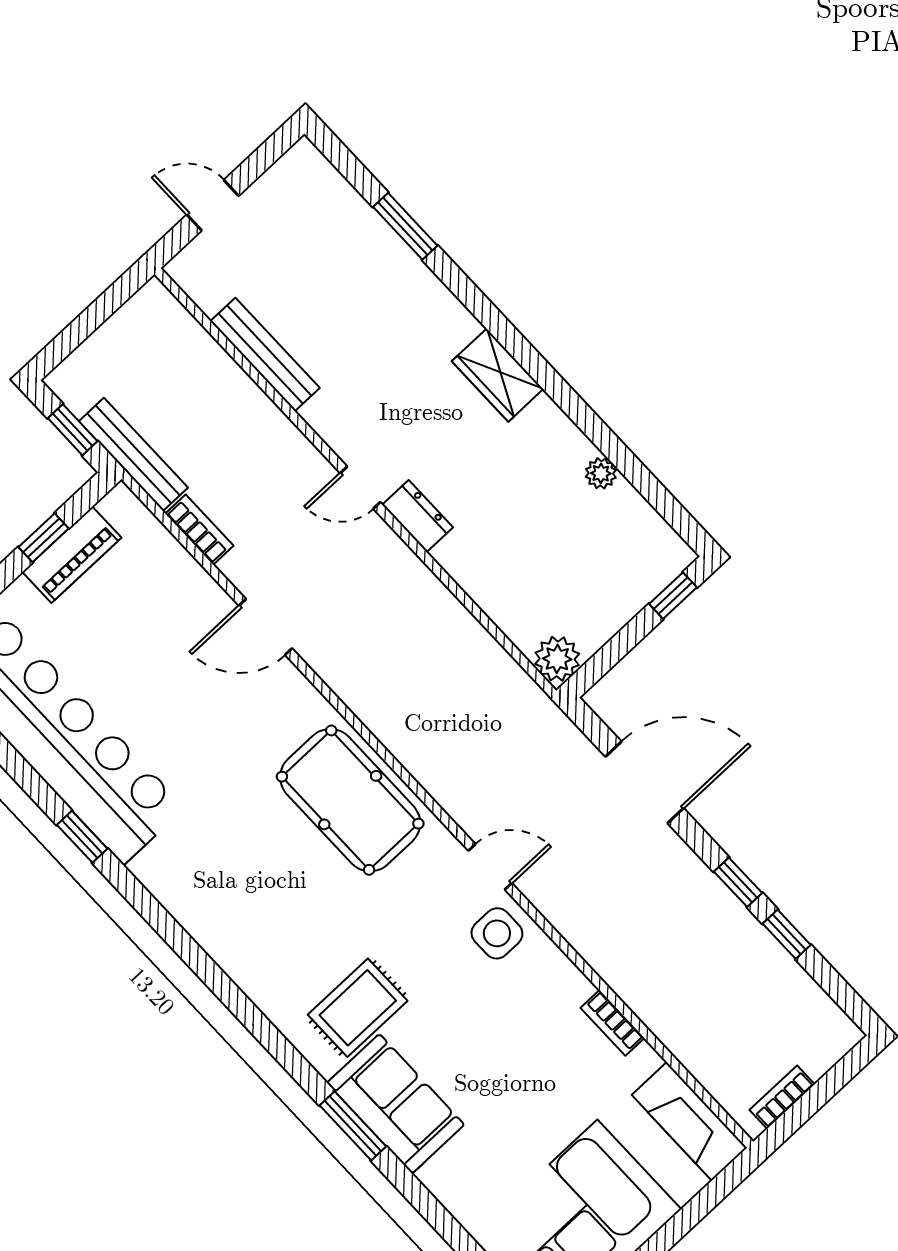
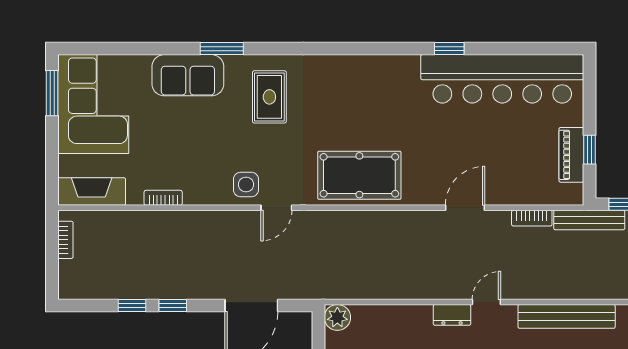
bench: (265, 354) -> (567, 316), width x1.37, depth x1.21
sofa: (396, 1104) -> (188, 75), moved

